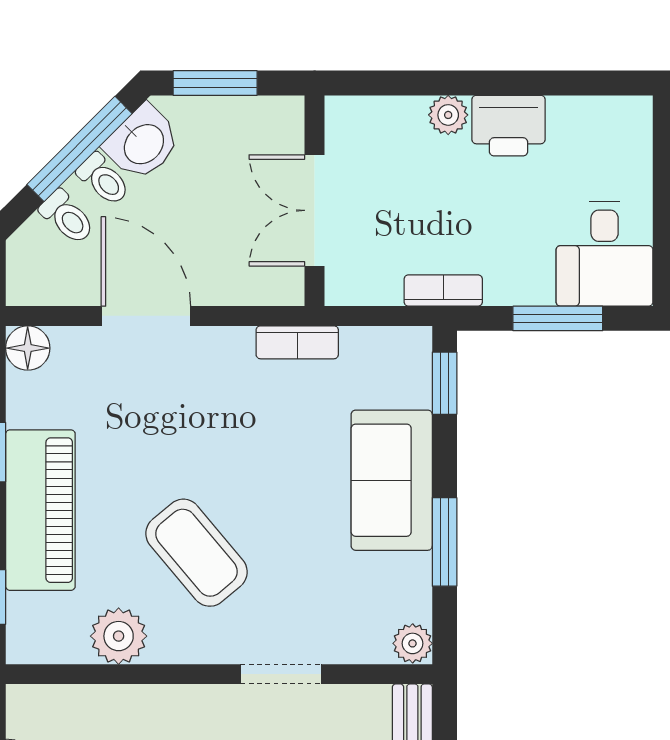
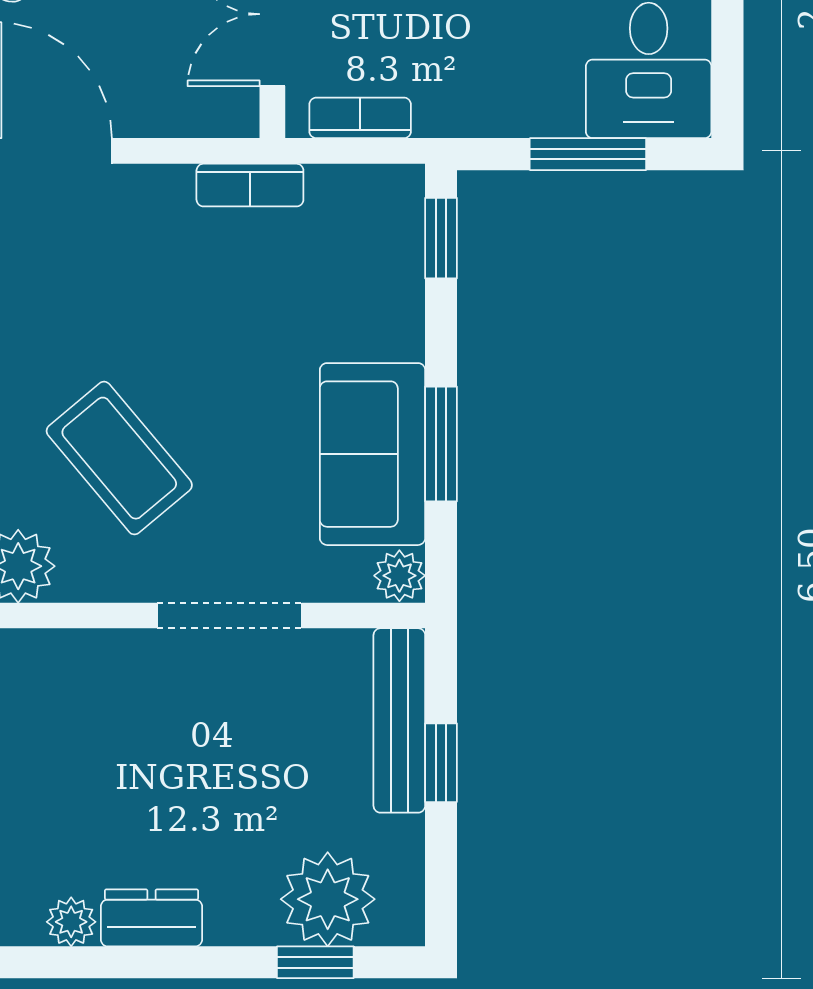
bookcase: (443, 291) -> (360, 118), moved
sofa: (392, 480) -> (373, 454), moved
doorway: (281, 674) -> (229, 615), width x1.38

